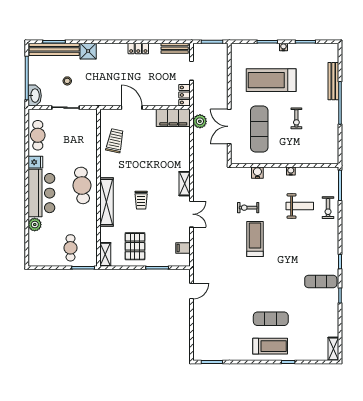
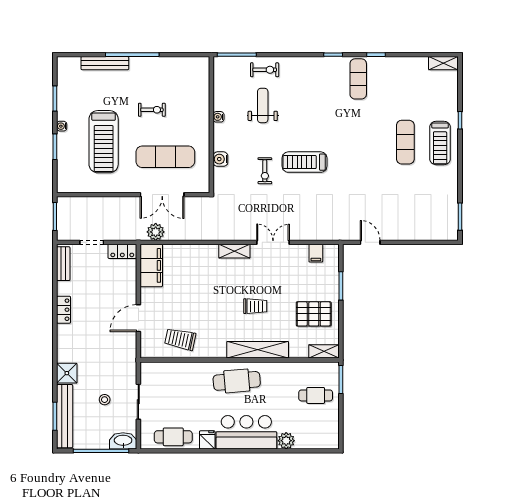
treadmill: (270, 346) -> (440, 143), turned 180

